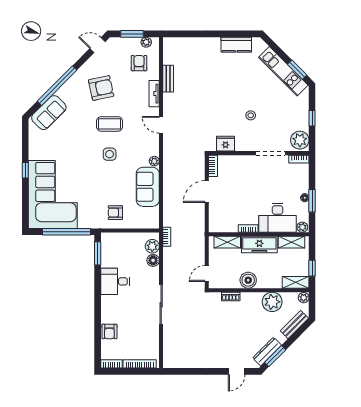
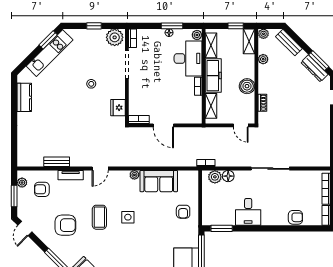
armchair: (101, 88) -> (65, 225), turned 102
plant: (272, 302) -> (263, 59), width x0.53, depth x0.53

